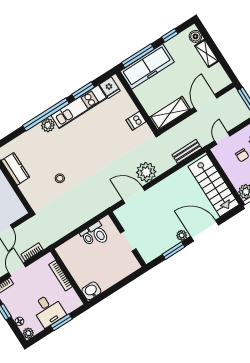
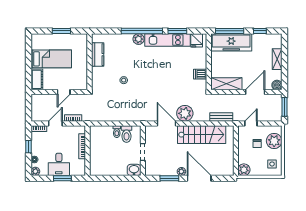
boiler: (195, 36) -> (277, 85), moved
stairs: (214, 185) -> (202, 135), moved, turned -90
washbasin: (91, 291) -> (134, 170), moved

